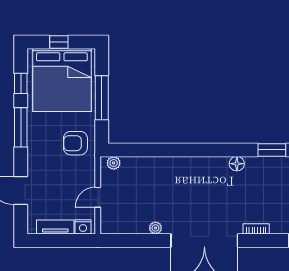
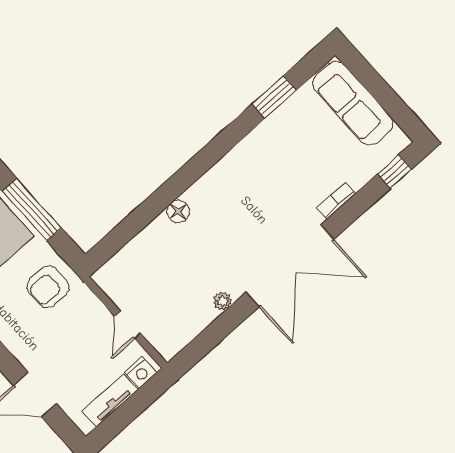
plant: (114, 163) -> (111, 271), removed
floor lamp: (237, 164) -> (178, 211), moved

